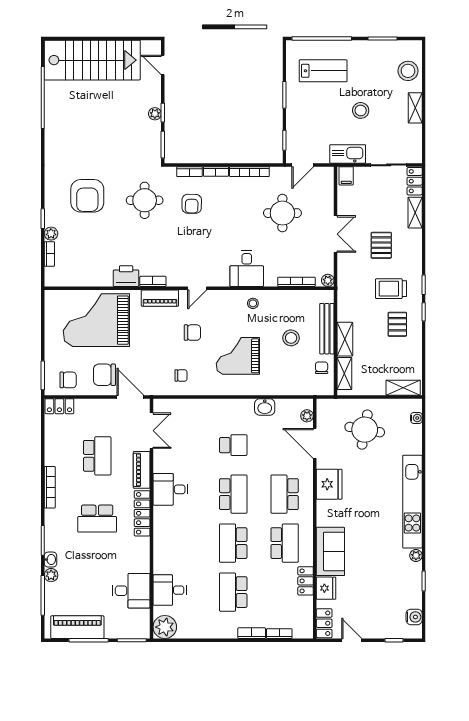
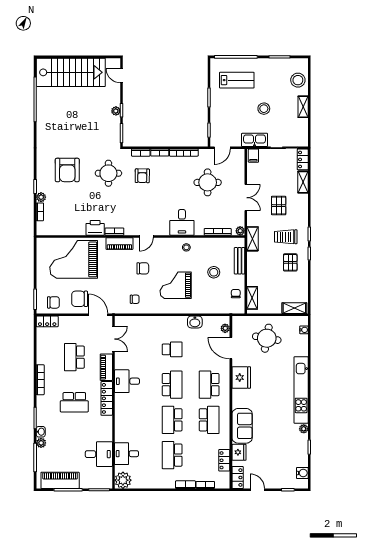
bench: (327, 329) -> (240, 261), width x0.73
shelving: (345, 339) -> (253, 239), moved
school desk: (97, 456) -> (74, 357), turned 180
locker: (306, 581) -> (224, 460), moved

